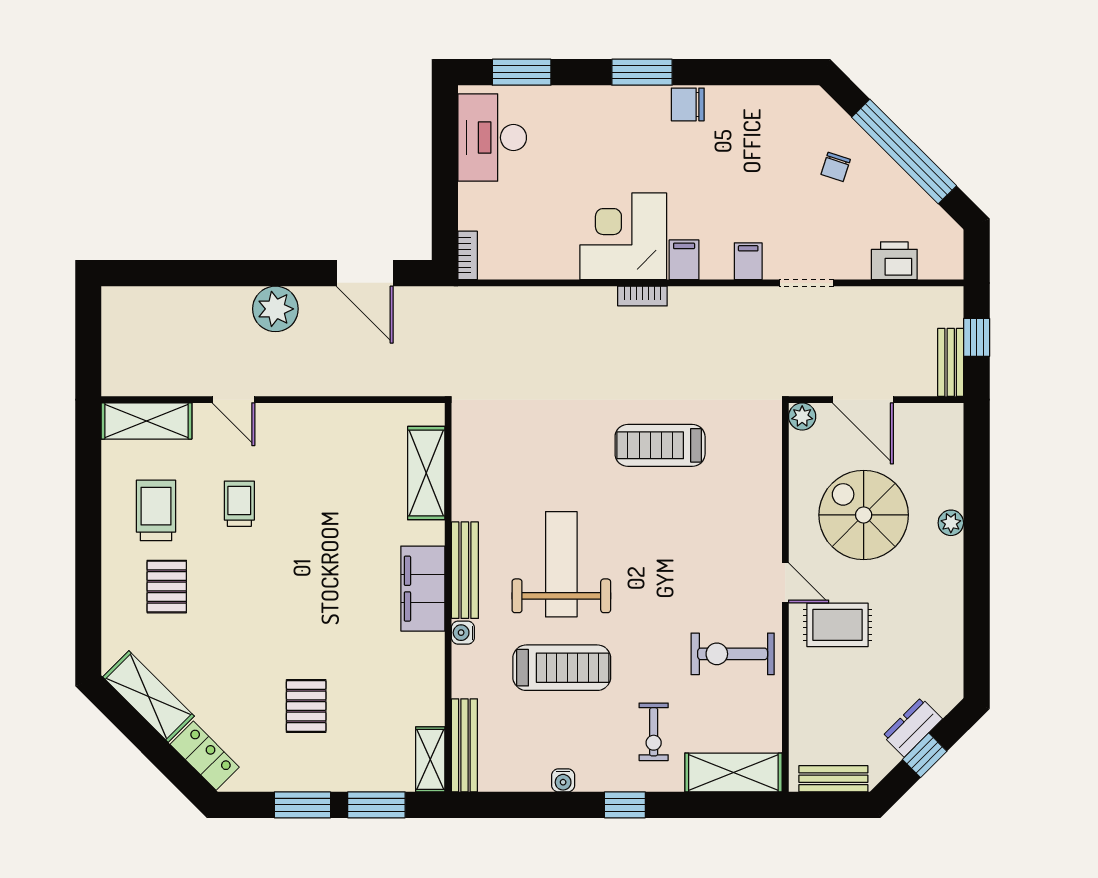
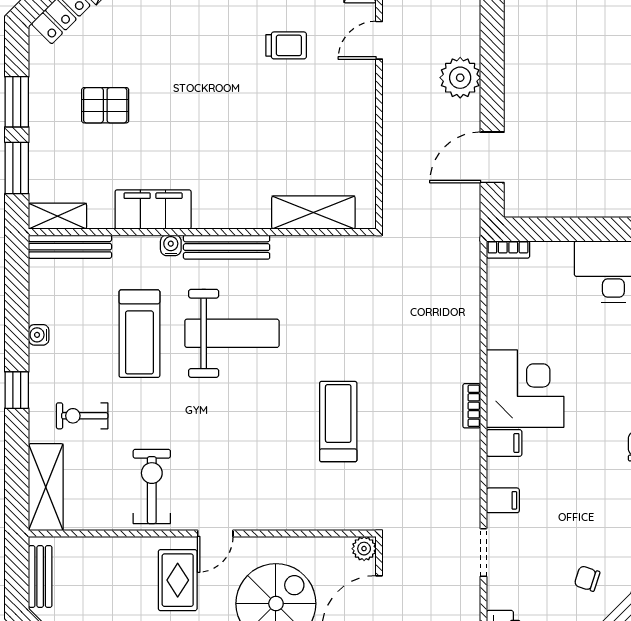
filing cabinet: (423, 589) -> (153, 210), moved

